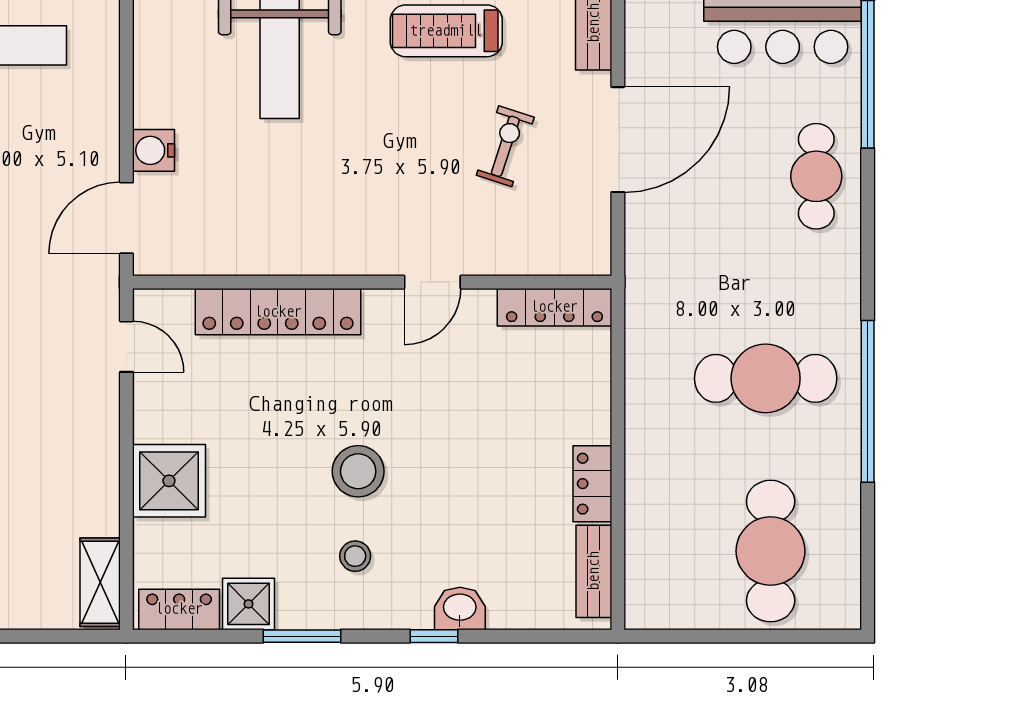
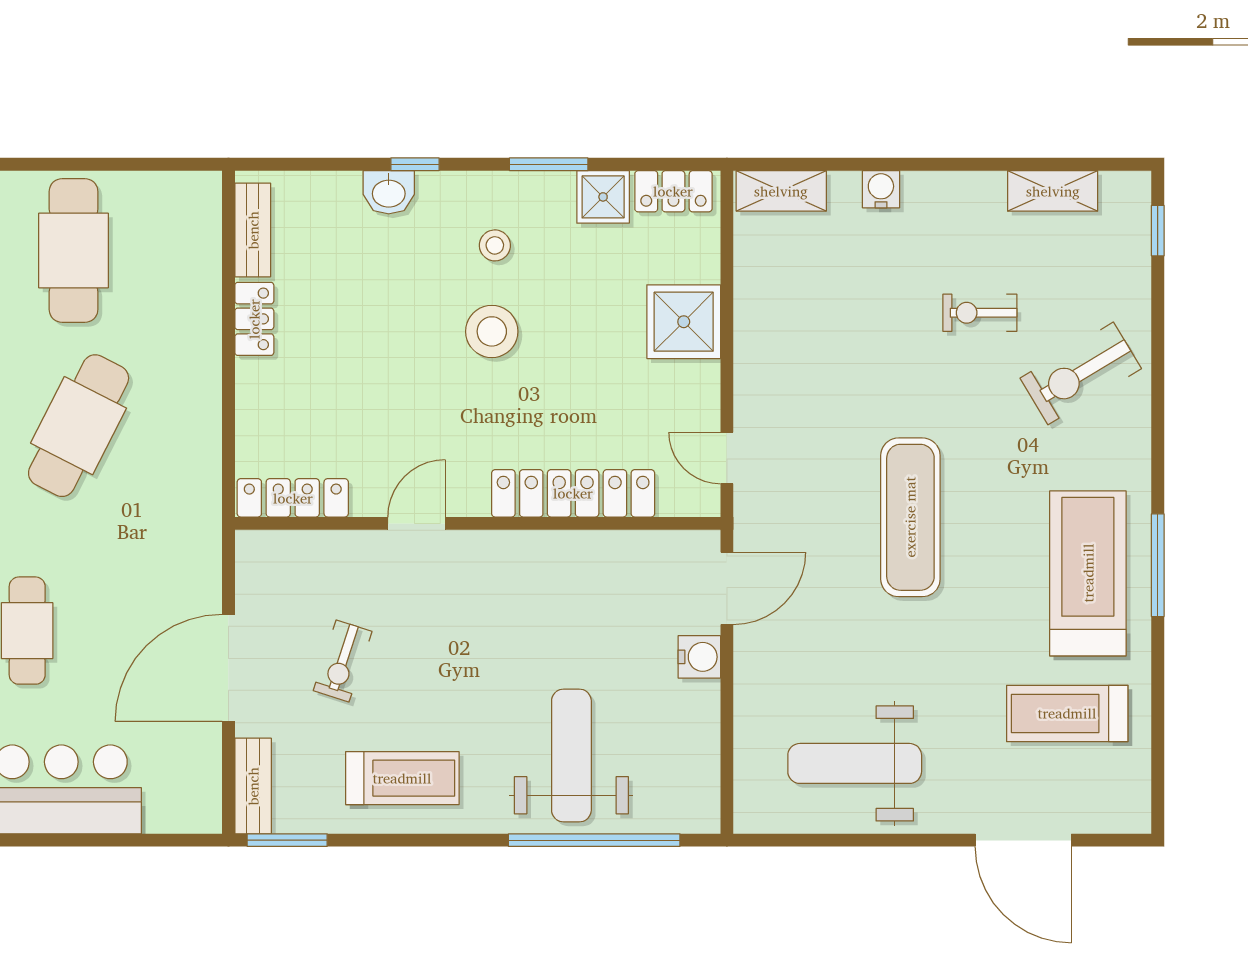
cafe table: (766, 378) -> (79, 426), turned -63
shelving: (100, 582) -> (781, 191), moved, turned 90

